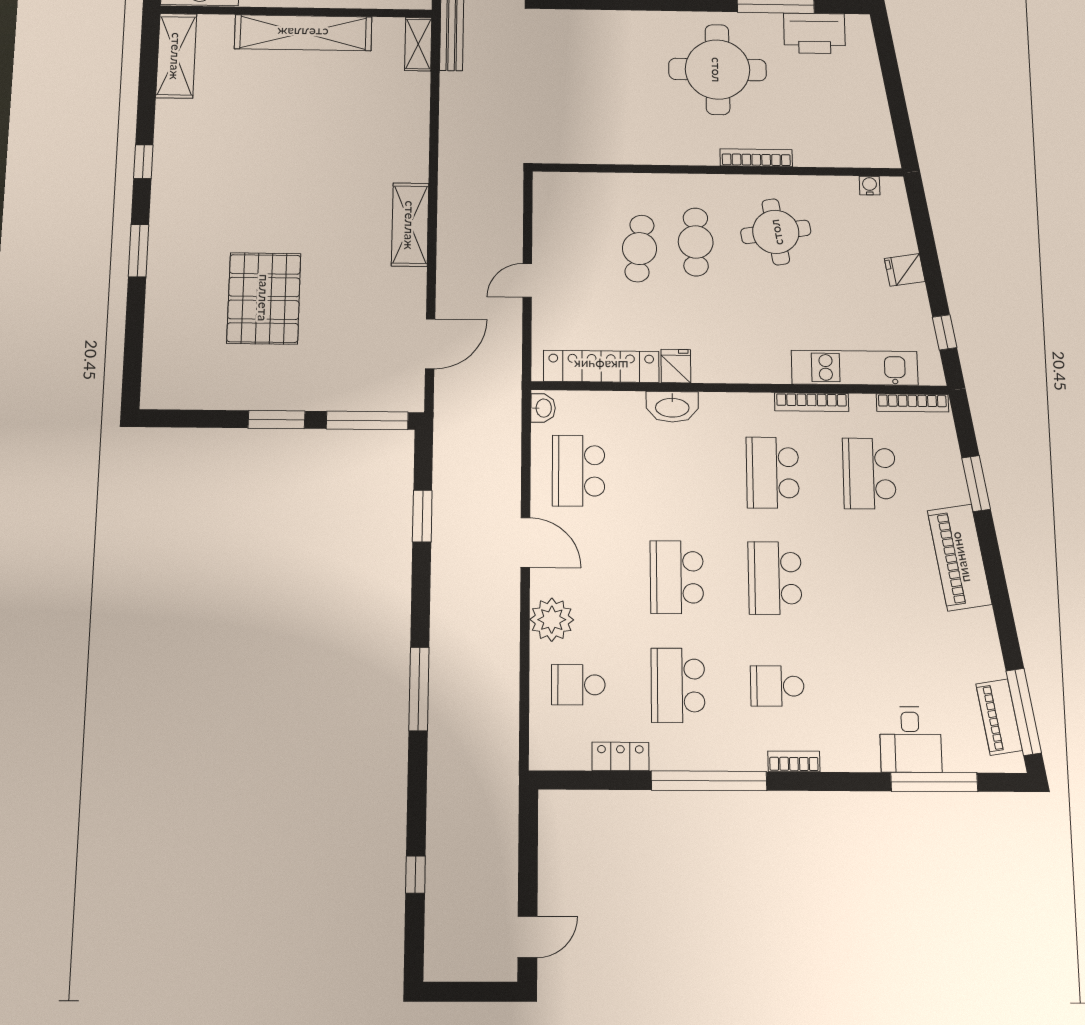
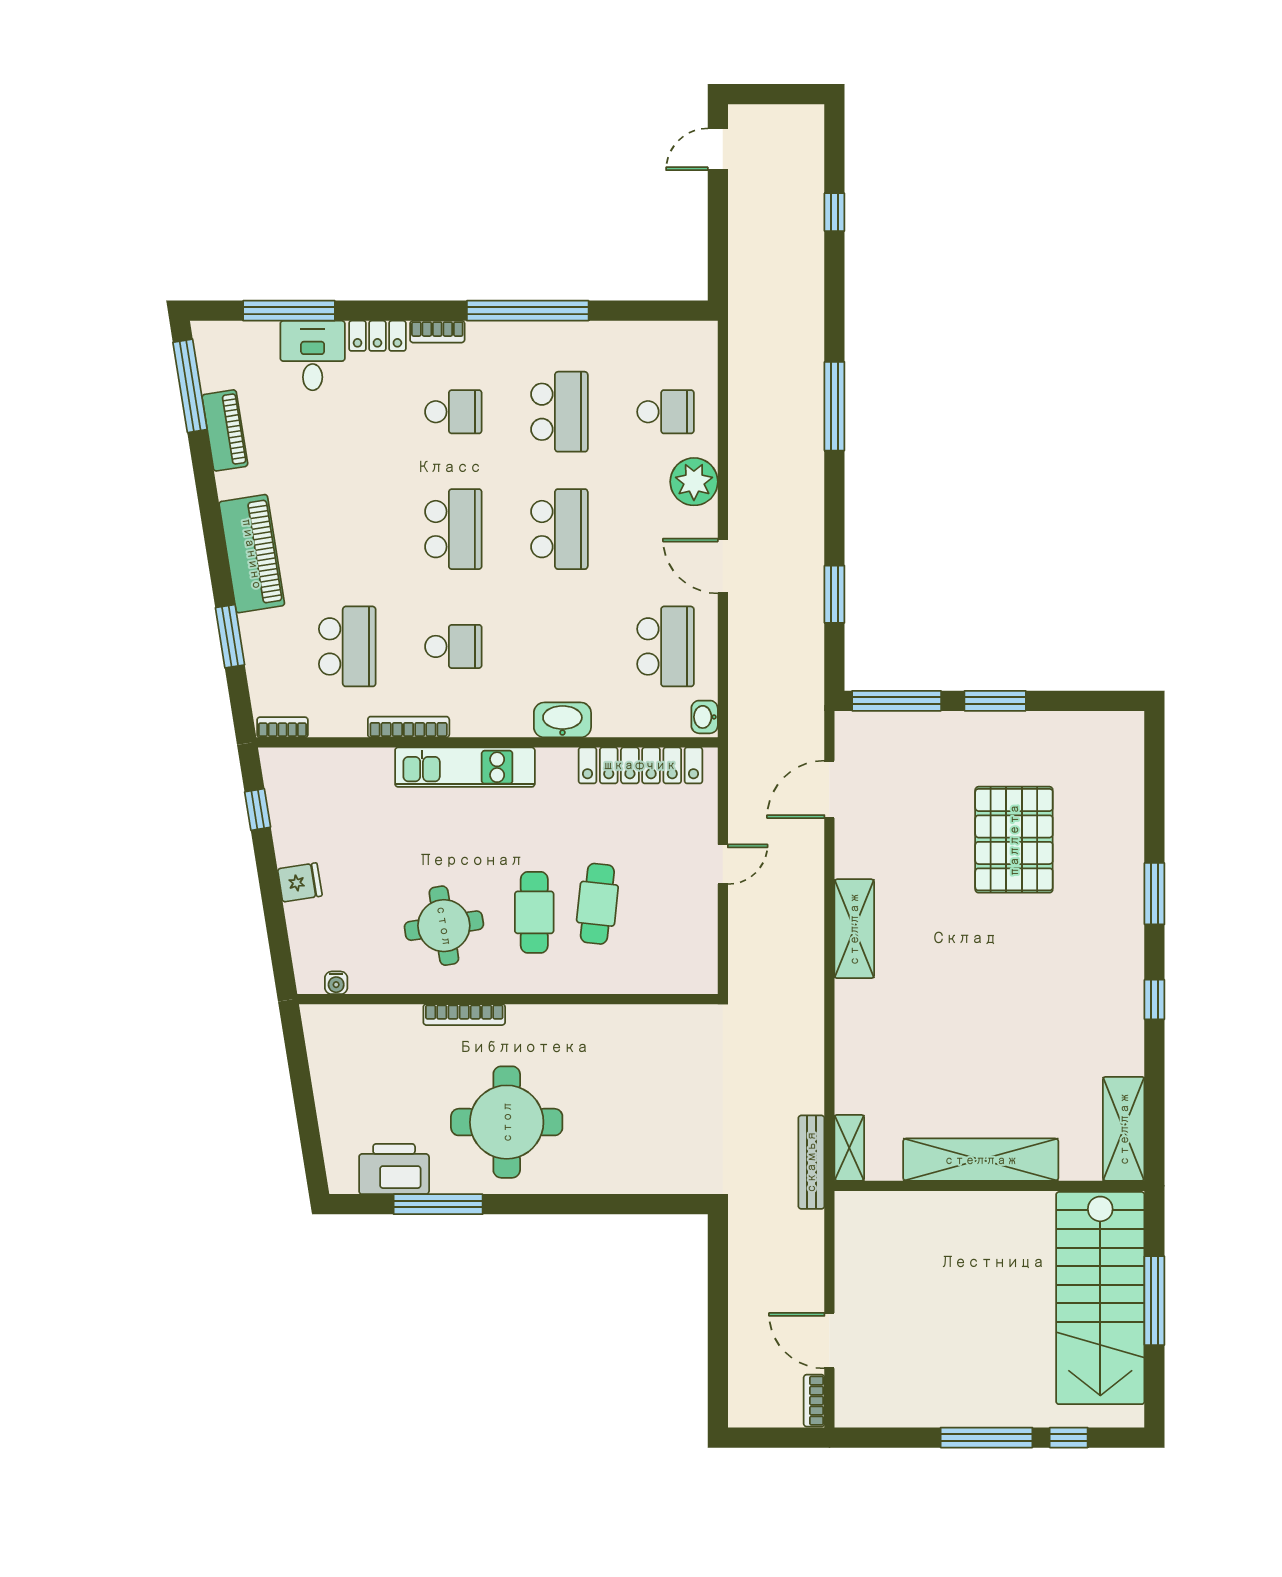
fridge: (676, 366) -> (558, 767), removed
kitchen unit: (855, 368) -> (465, 767), moved
bookcase: (912, 403) -> (282, 727), width x0.64
school desk: (773, 473) -> (453, 646), width x0.54
piano: (999, 717) -> (225, 430), moved
locker: (620, 756) -> (377, 336), moved

